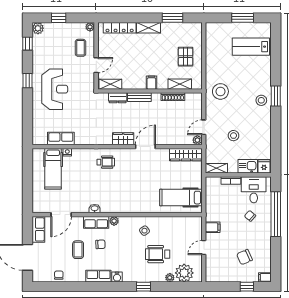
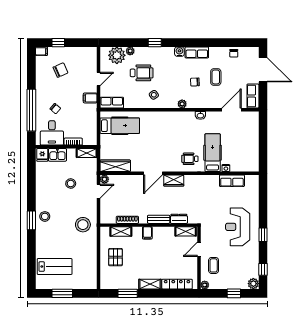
hospital bed: (53, 169) -> (213, 153), moved
row of seats: (96, 222) -> (112, 103), moved

